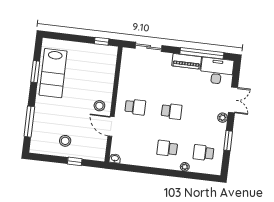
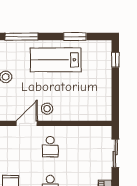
window: (102, 41) -> (115, 60), moved
lab bench: (53, 73) -> (56, 60), moved

